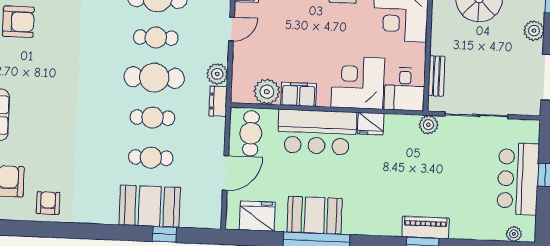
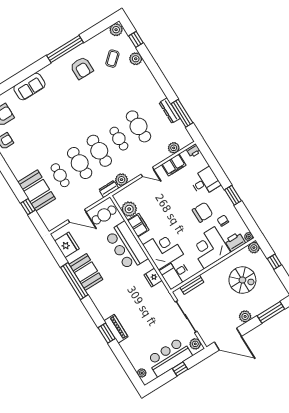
cafe table: (152, 118) -> (80, 163), width x1.37, depth x1.35
fridge: (371, 124) -> (153, 278), moved
plant: (428, 125) -> (195, 344), moved

